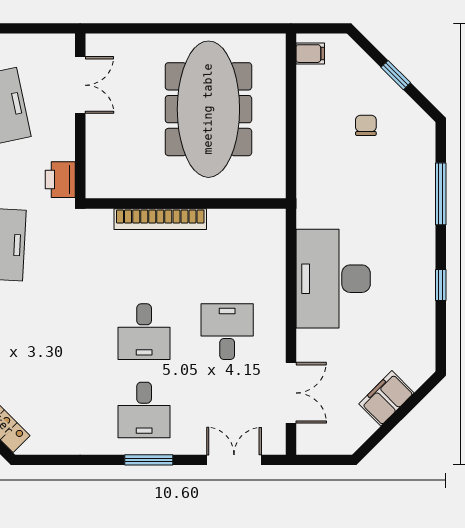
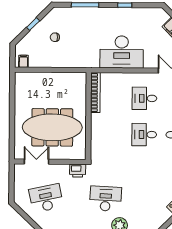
meeting table: (208, 109) -> (52, 127), moved
bookcase: (160, 219) -> (95, 93), moved
desk: (144, 332) -> (144, 135), turned 180

